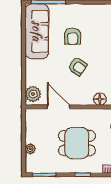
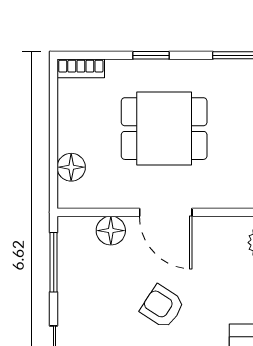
door: (59, 107) -> (166, 212), moved

